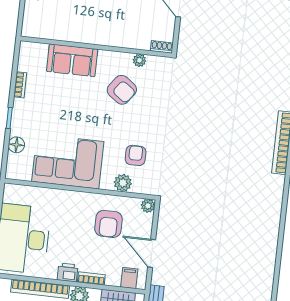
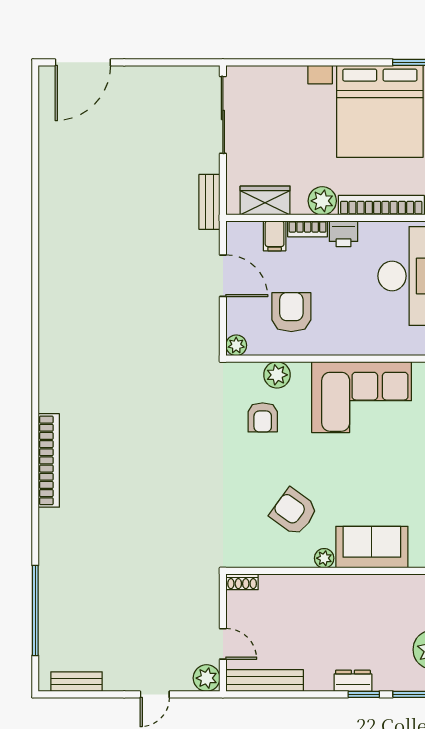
plant: (139, 60) -> (324, 558), moved
filing cabinet: (129, 278) -> (275, 236), moved

